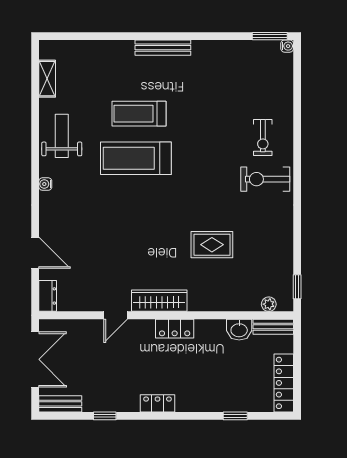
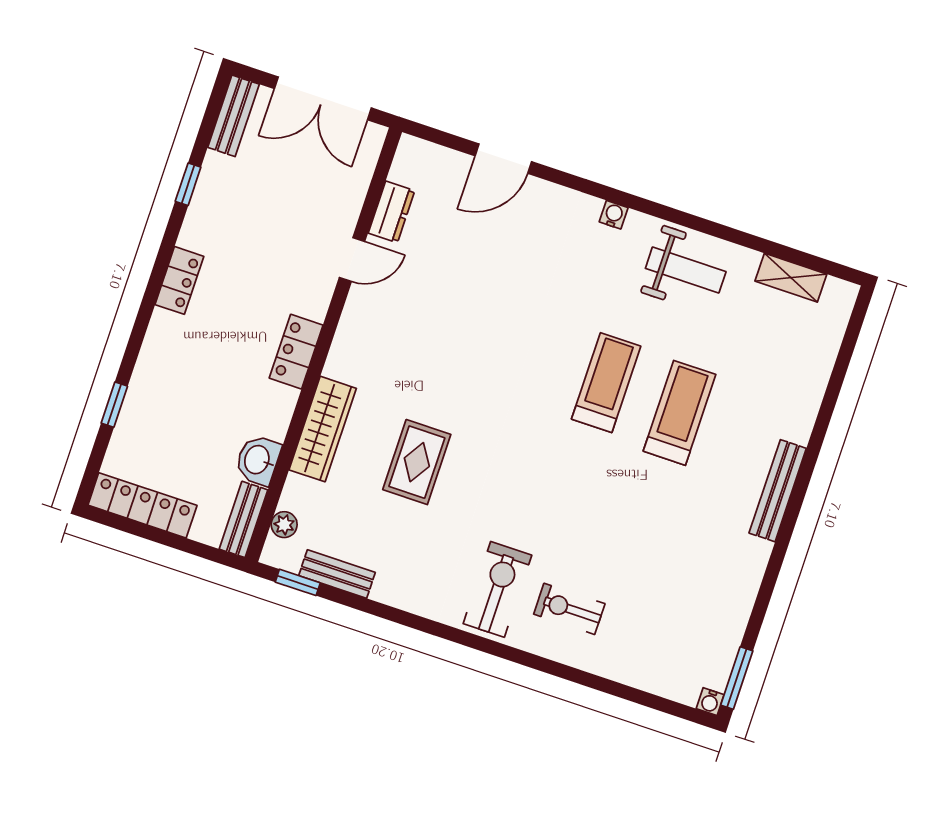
treadmill: (136, 158) -> (606, 383), width x0.73, depth x0.73
bench: (286, 267) -> (337, 574), added
dresser: (48, 296) -> (392, 212), moved, turned -90
wardrobe: (159, 301) -> (323, 429), moved
door: (116, 315) -> (352, 260), swing flipped

